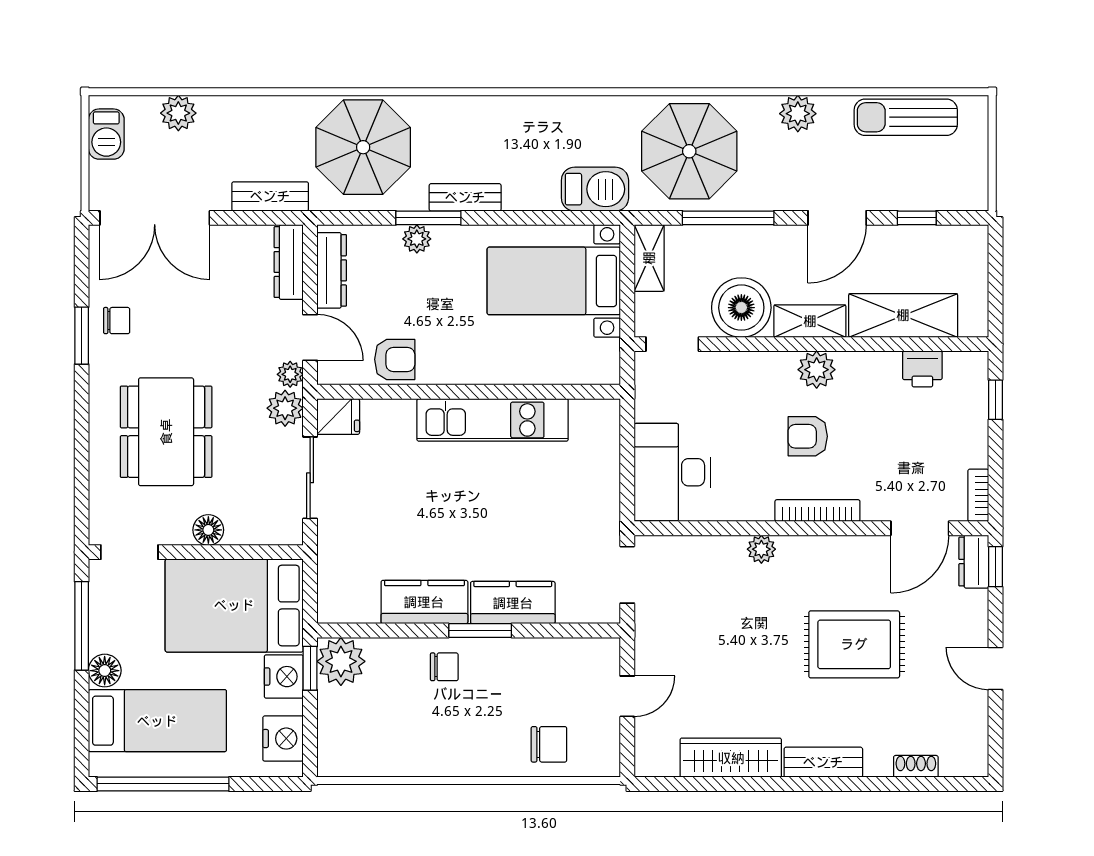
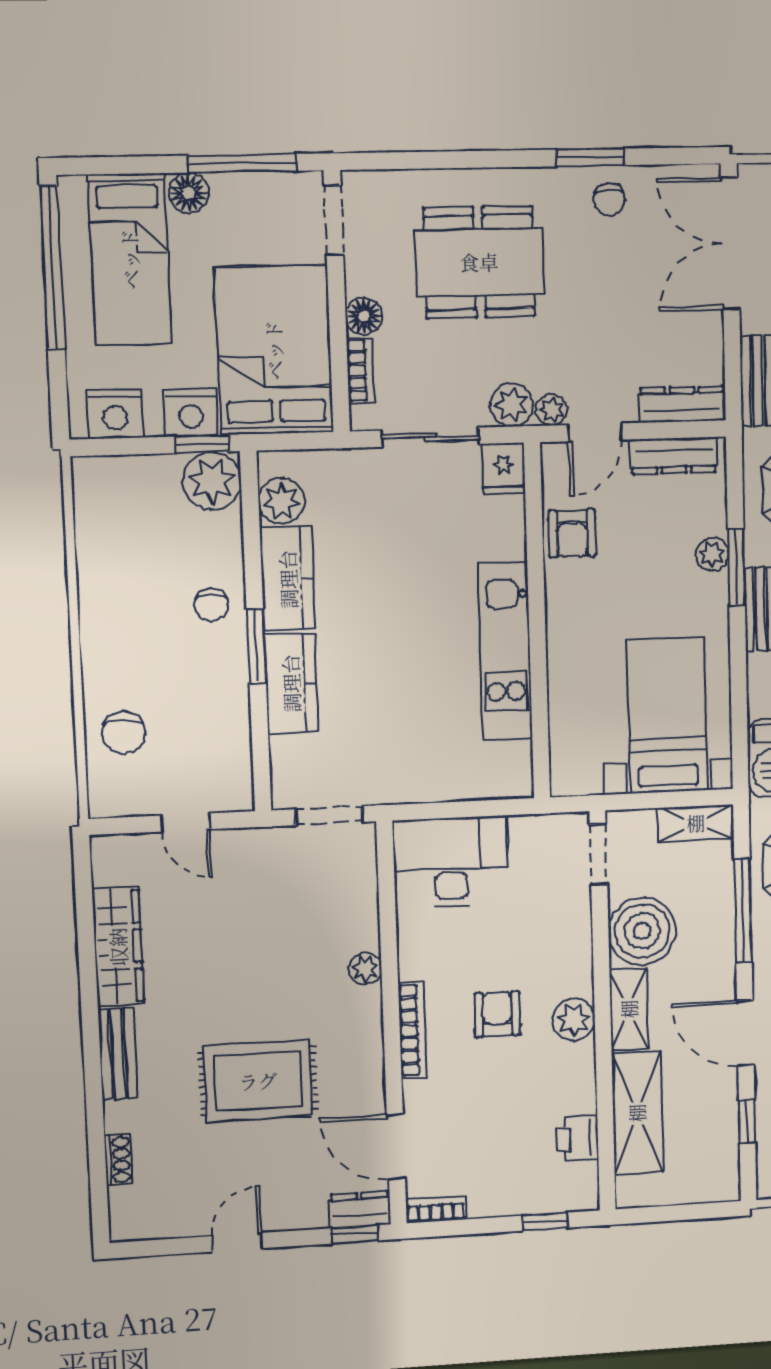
bookcase: (253, 535) -> (360, 371), added
plant: (359, 605) -> (281, 501), added
rug: (854, 644) -> (258, 1081), turned 90

